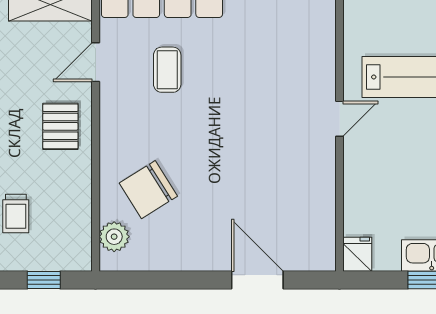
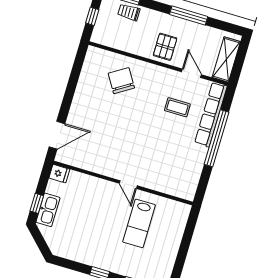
pallet: (60, 126) -> (165, 47), turned 90
plant: (114, 237) -> (103, 57), removed
door: (257, 280) -> (57, 135), moved

